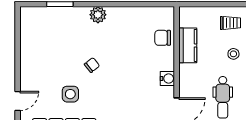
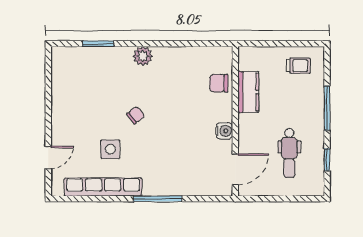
stool: (233, 54) -> (302, 102), removed

